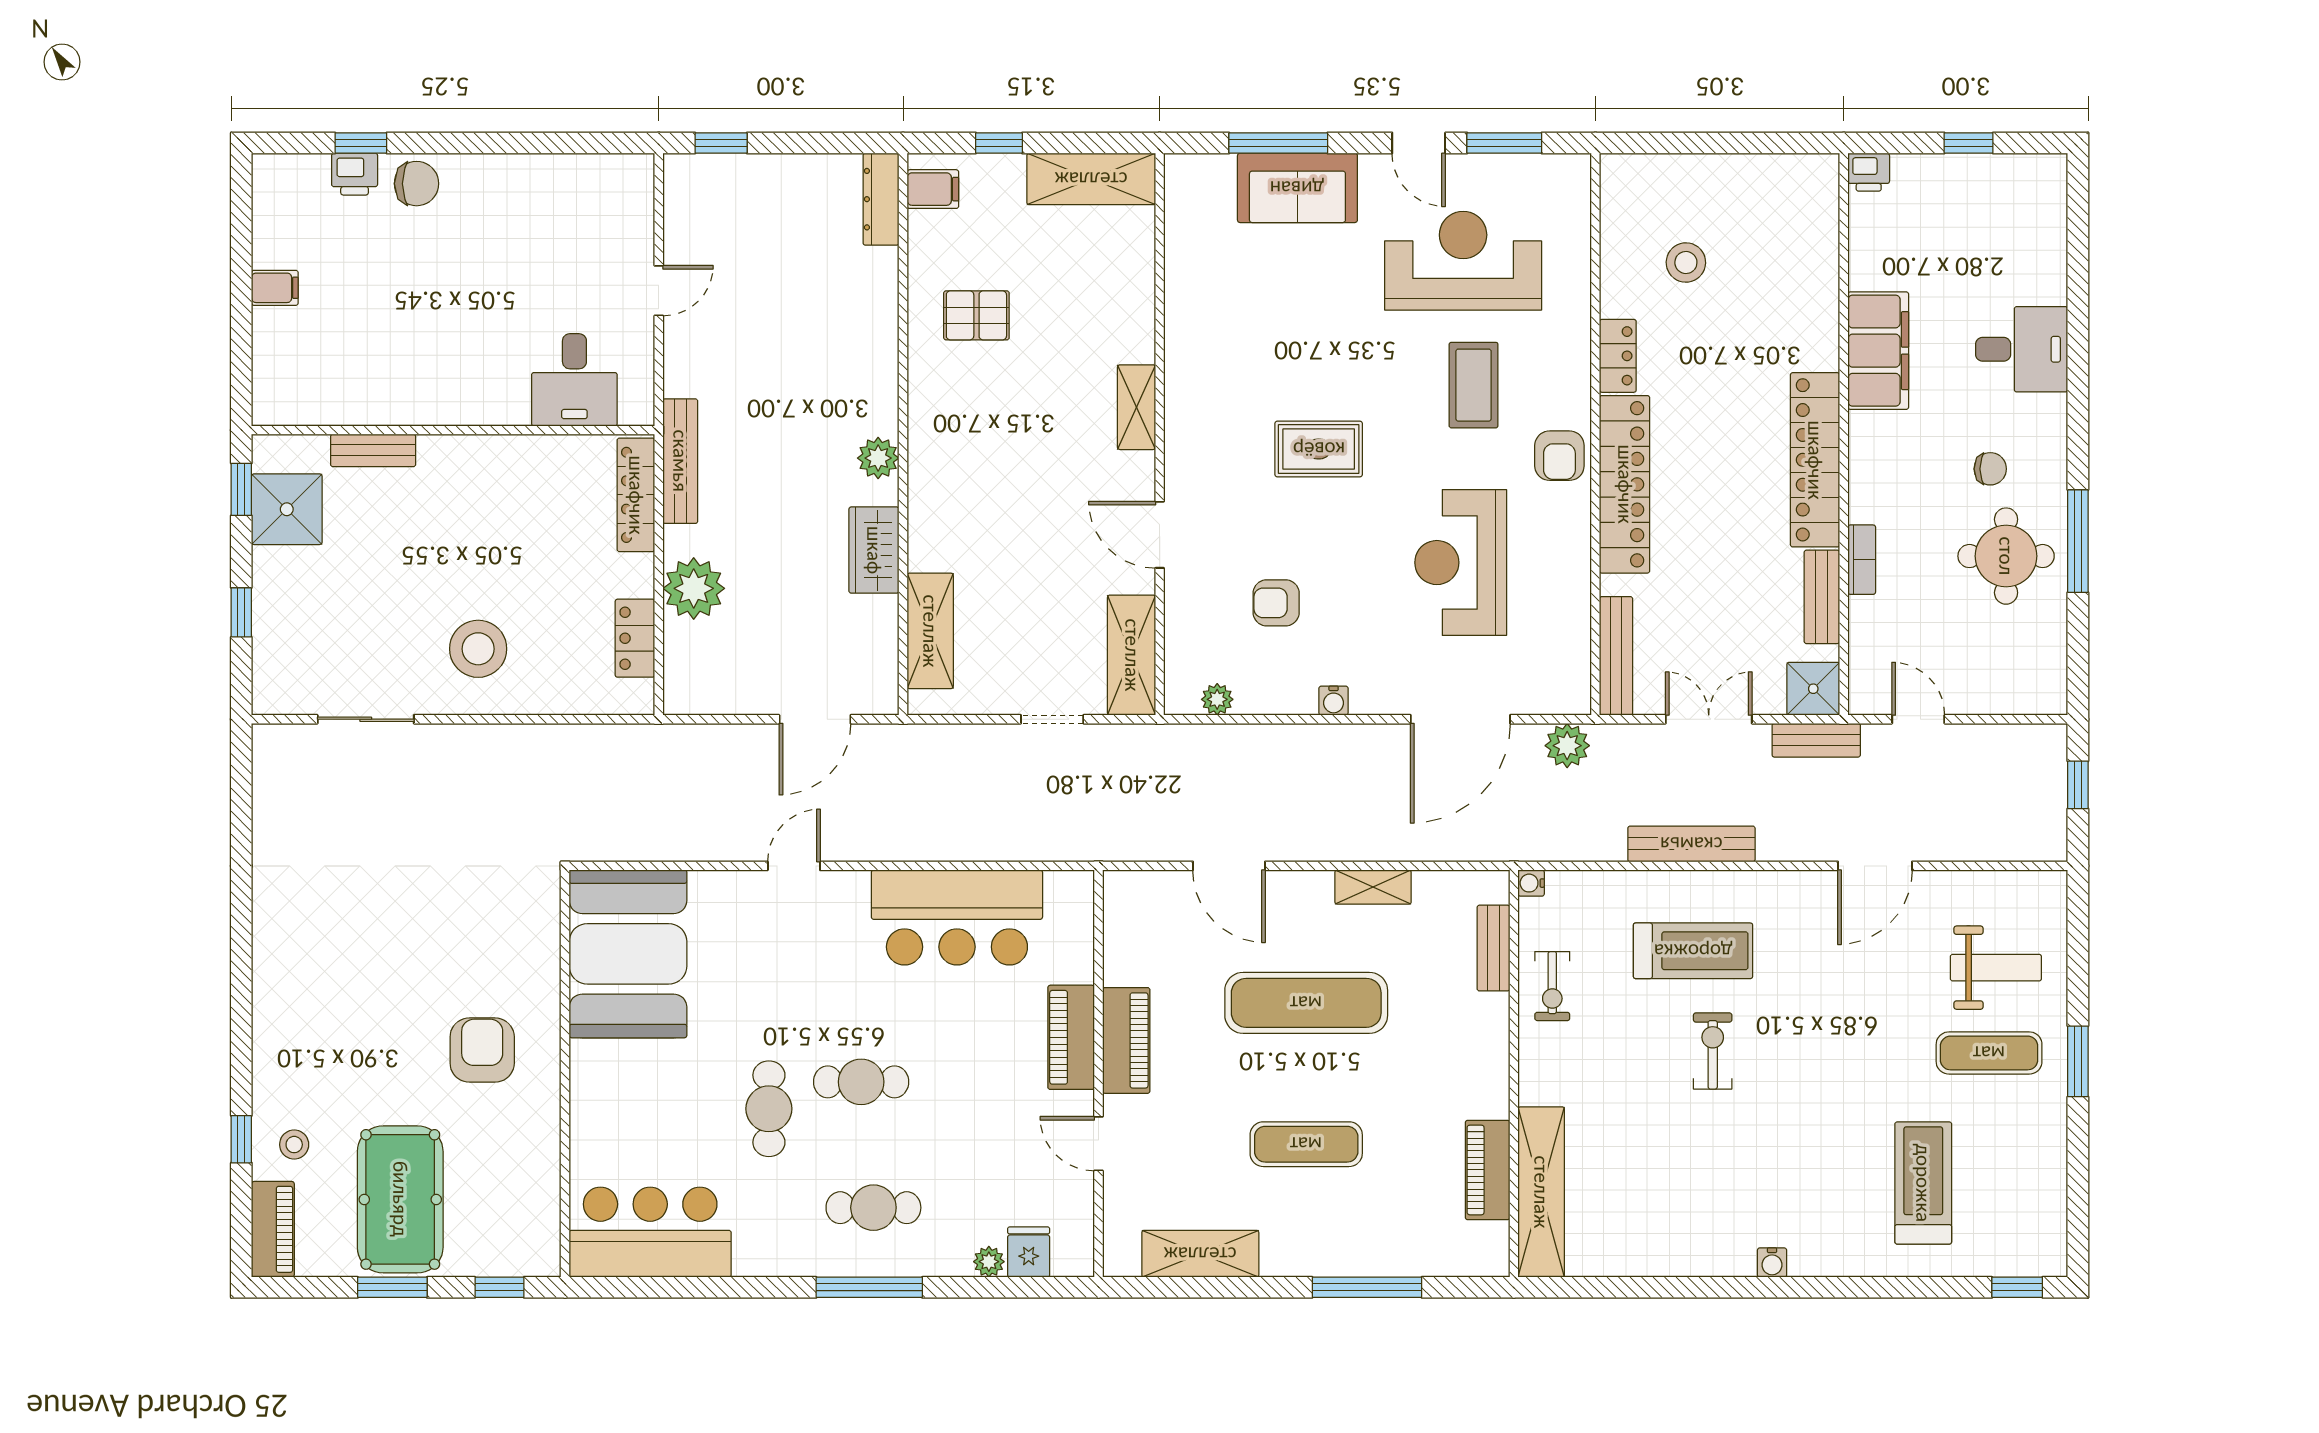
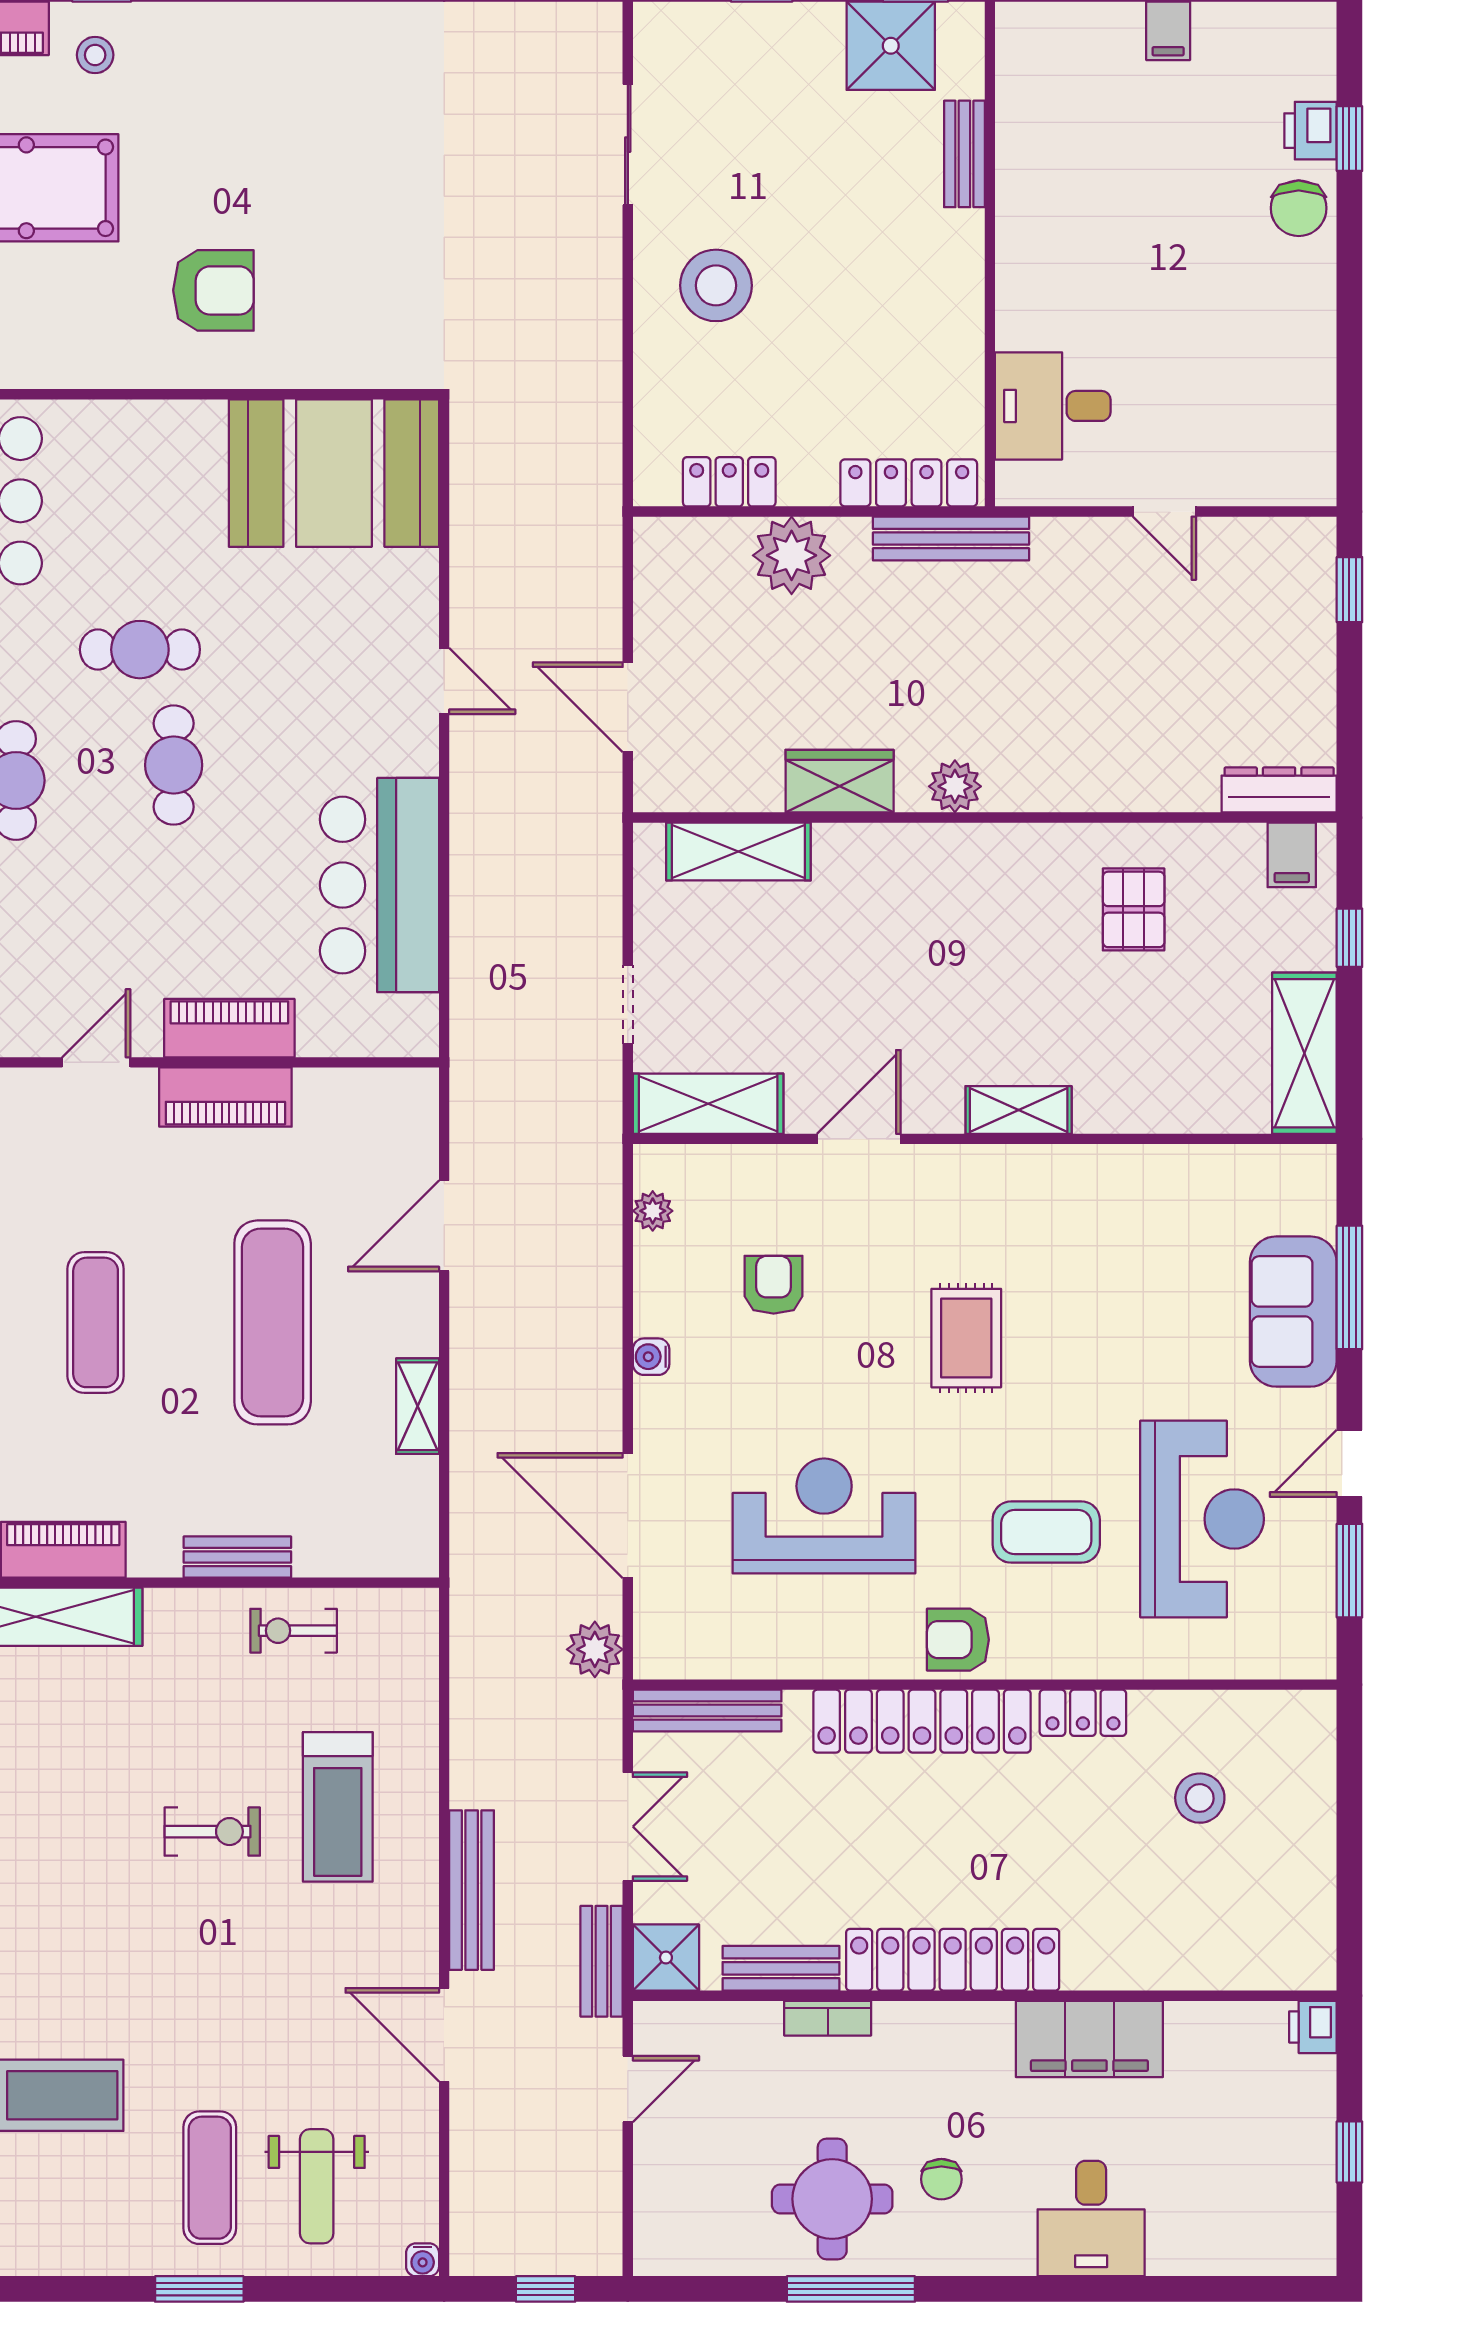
bench: (1691, 844) -> (472, 1890), moved
water cooler: (1531, 883) -> (423, 2260), moved, turned 180
bench: (1493, 948) -> (237, 1557), moved

